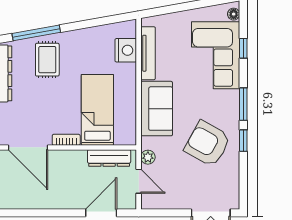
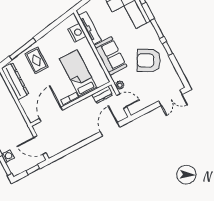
door: (28, 147) -> (51, 114), swing flipped
dresser: (109, 158) -> (102, 95), width x0.70

